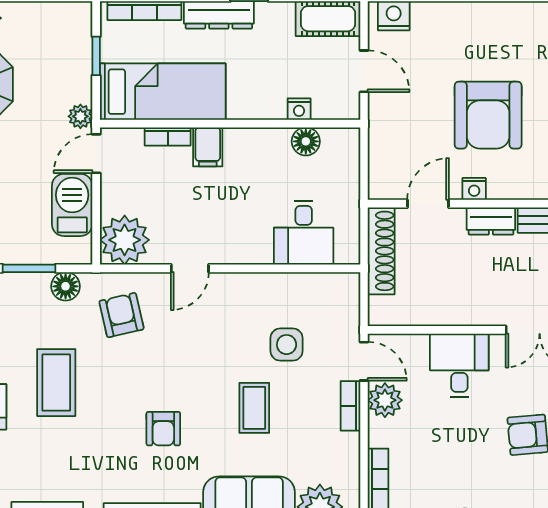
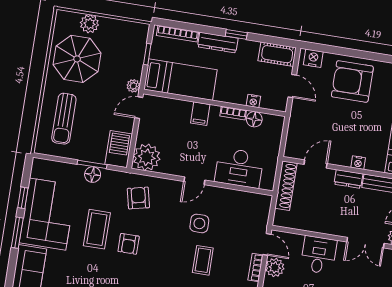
armchair: (488, 115) -> (352, 81), moved, turned 90
bookcase: (168, 136) -> (233, 113), moved
nightstand: (474, 189) -> (358, 163), moved
barbecue: (72, 205) -> (119, 149), moved
desk: (304, 233) -> (239, 168), width x1.37
door: (190, 268) -> (194, 181), moved
floor lamp: (66, 286) -> (93, 175), moved
side table: (287, 345) -> (199, 223), moved
armchair: (163, 429) -> (129, 244), moved

